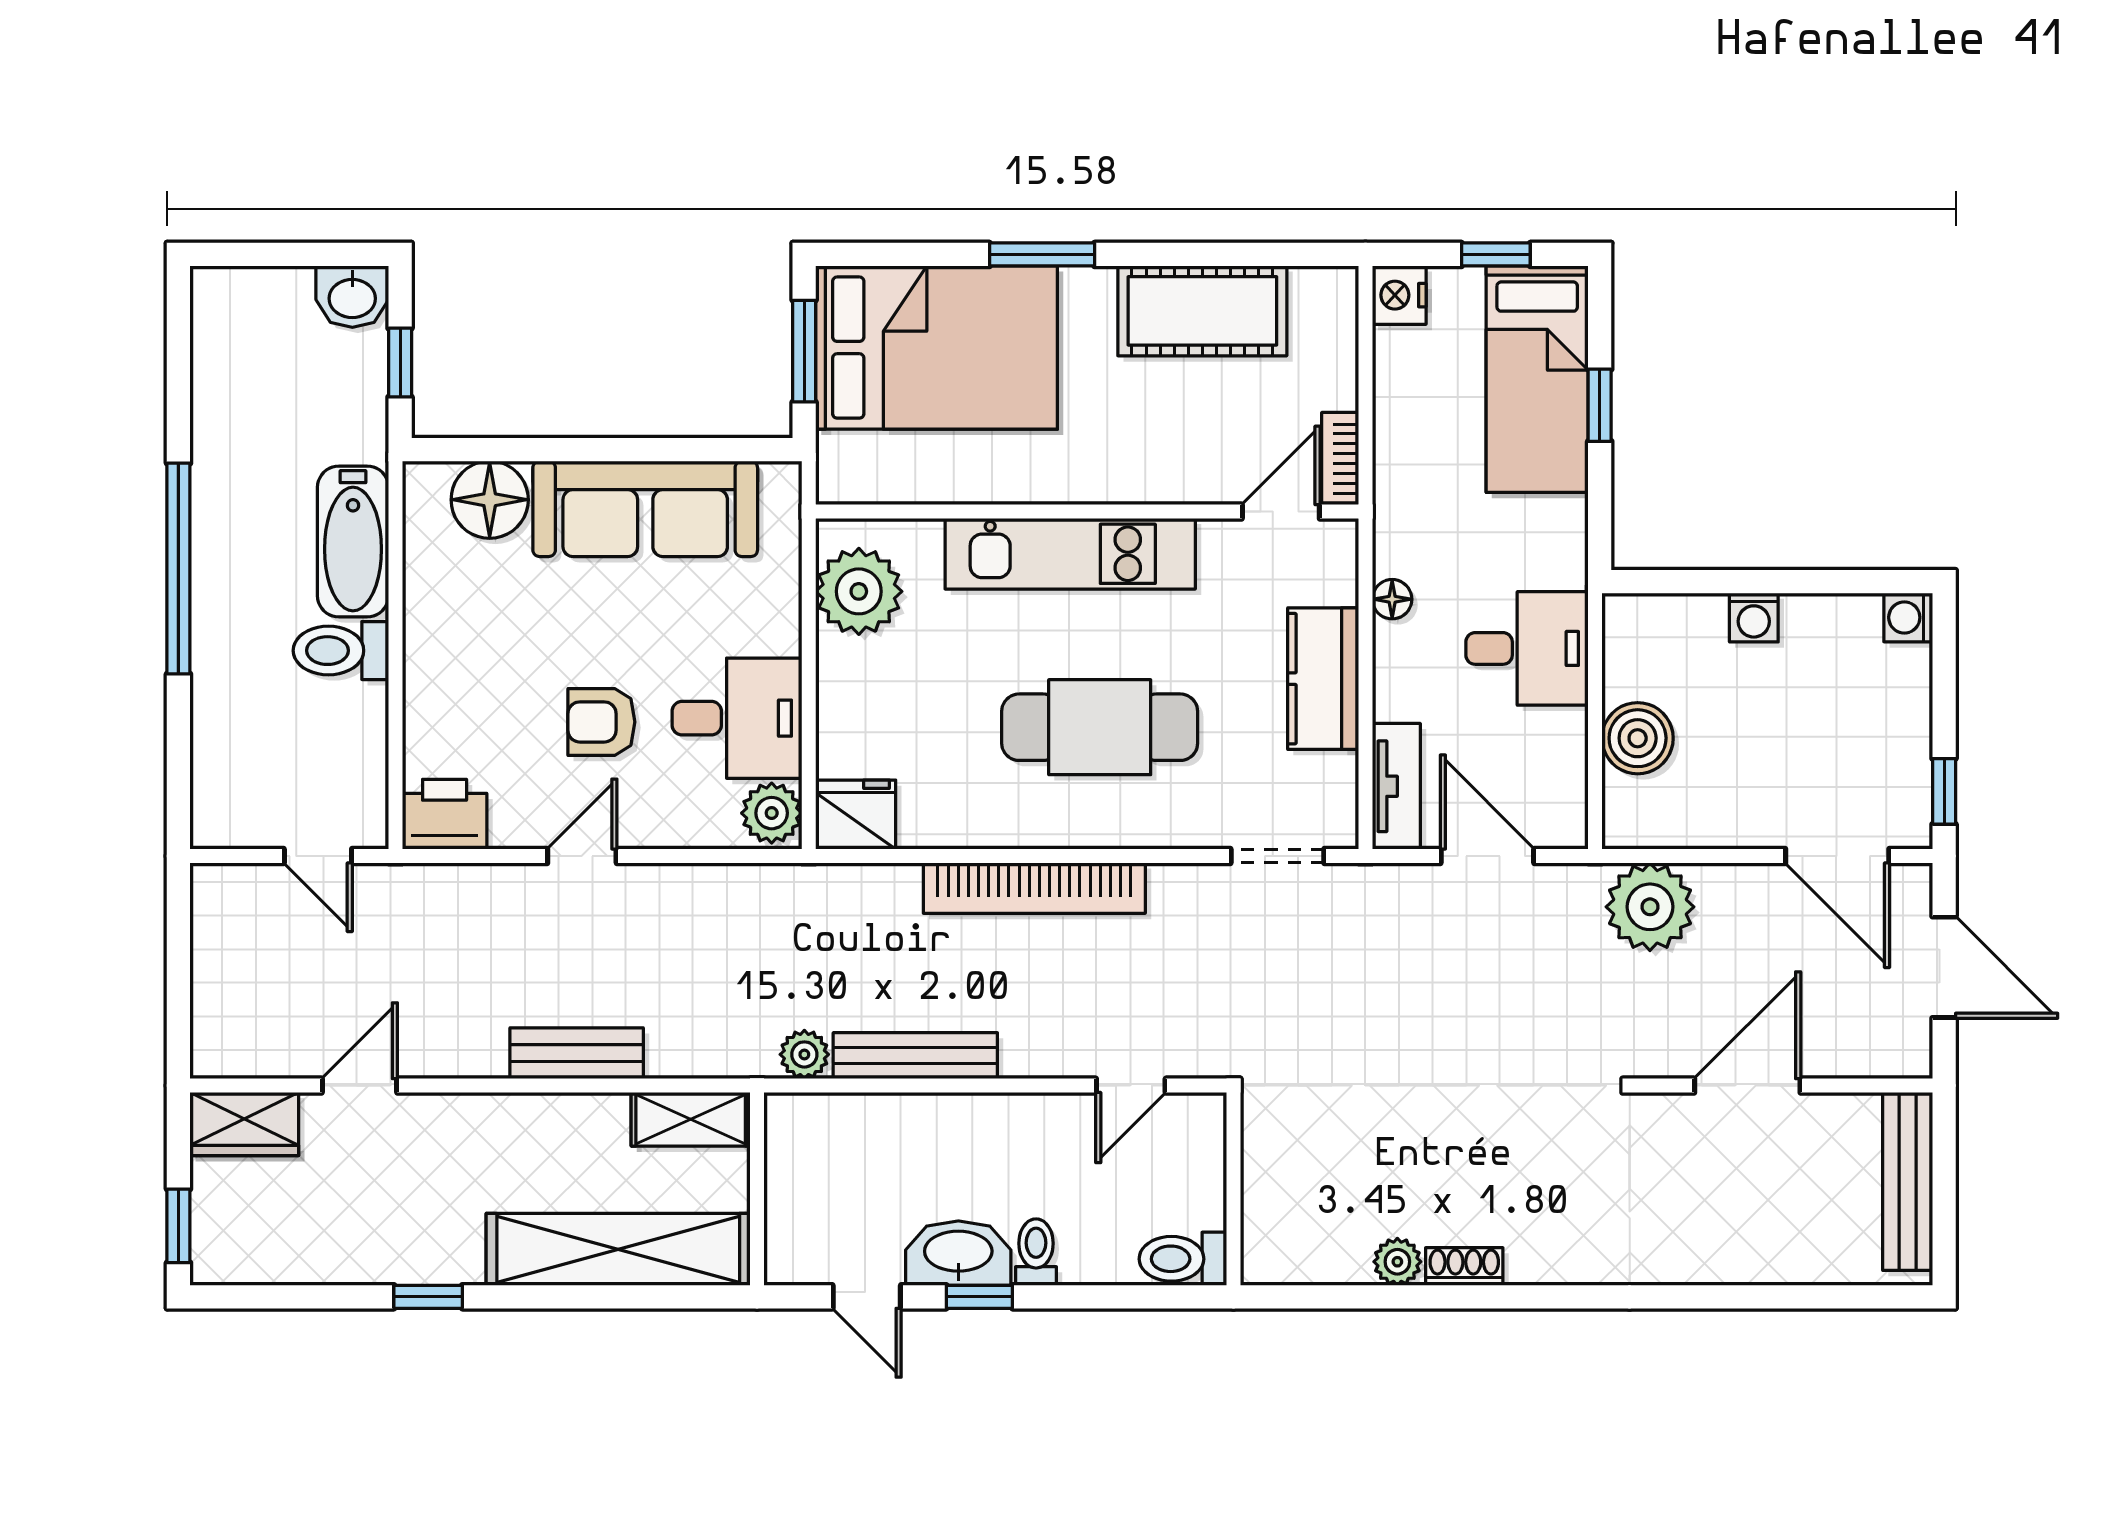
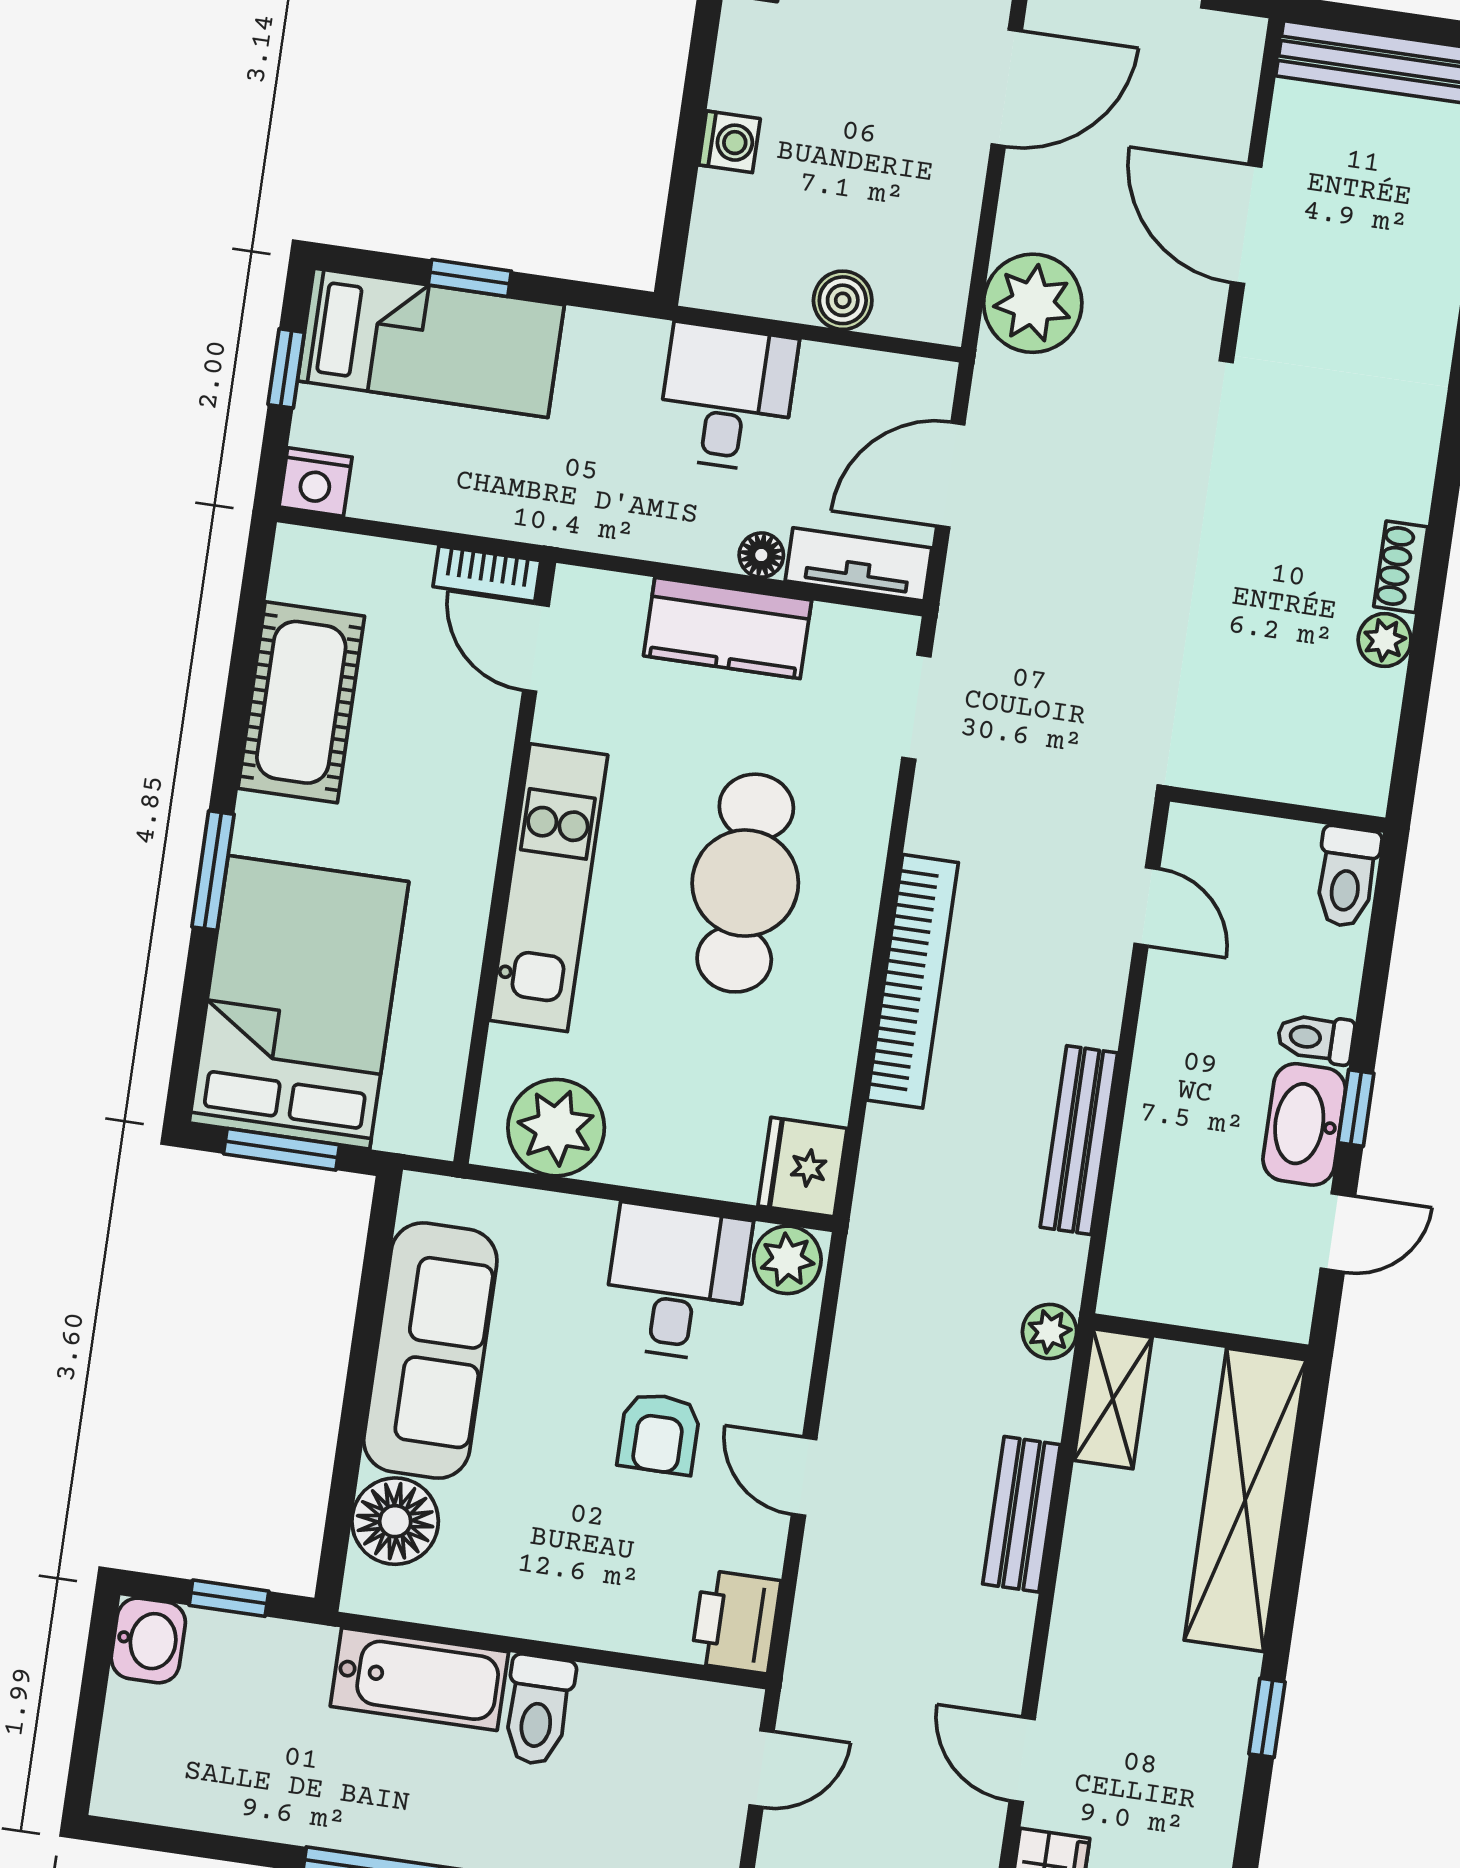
floor lamp: (1392, 599) -> (761, 555), moved
boiler: (1638, 738) -> (843, 300), width x0.73, depth x0.73
plant: (804, 1054) -> (1050, 1331), moved

